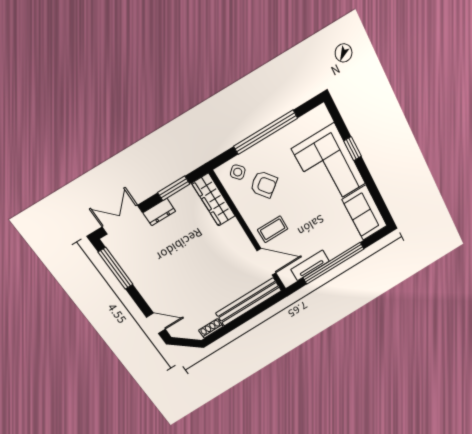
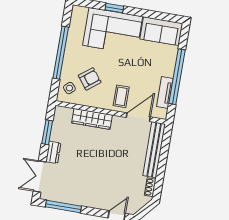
wardrobe: (214, 200) -> (92, 119), moved

